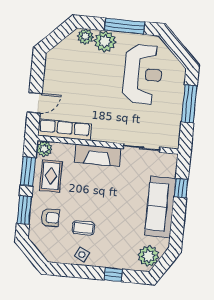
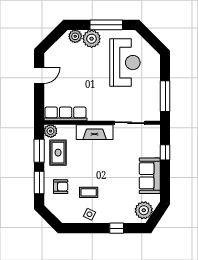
door: (35, 103) -> (39, 75), moved
window: (189, 104) -> (165, 96), moved
sofa: (160, 207) -> (150, 176), width x0.73

